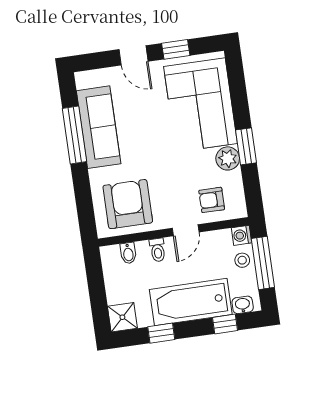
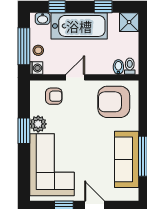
armchair: (128, 204) -> (114, 102), turned 90
toilet: (158, 250) -> (130, 66), moved

